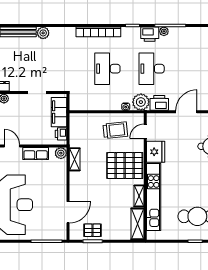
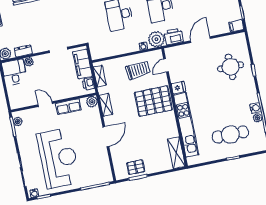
fridge: (156, 152) -> (178, 88), width x0.53, depth x0.75
shelving: (139, 196) -> (100, 76), moved
door: (68, 212) -> (106, 137), moved

